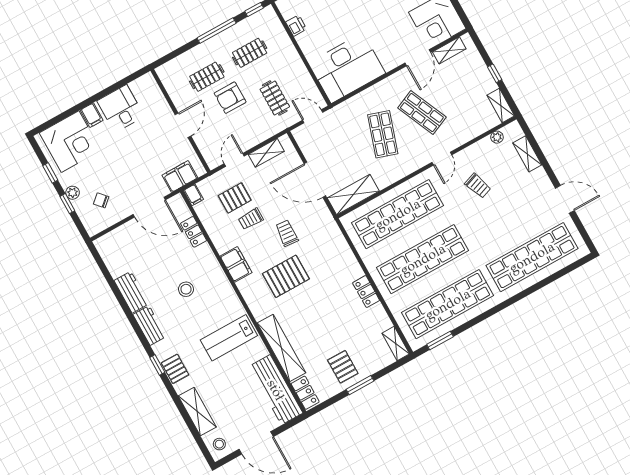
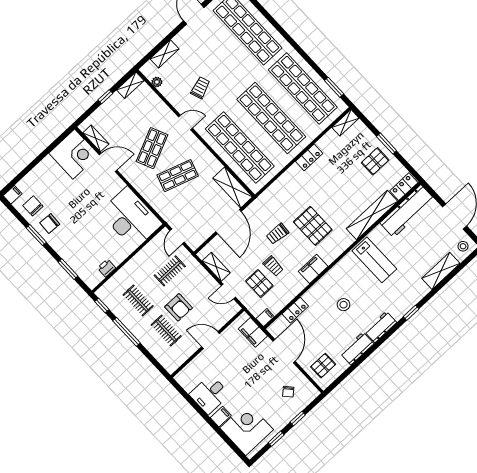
plant: (73, 193) -> (288, 417), removed
pallet: (175, 369) -> (323, 366), moved

